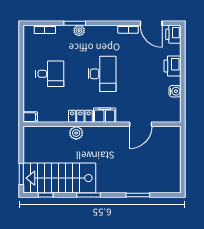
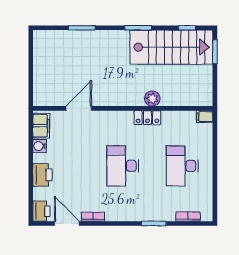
plant: (79, 31) -> (149, 215), removed
desk: (50, 74) -> (182, 166), width x1.37
filing cabinet: (105, 115) -> (41, 126), moved, turned -90

